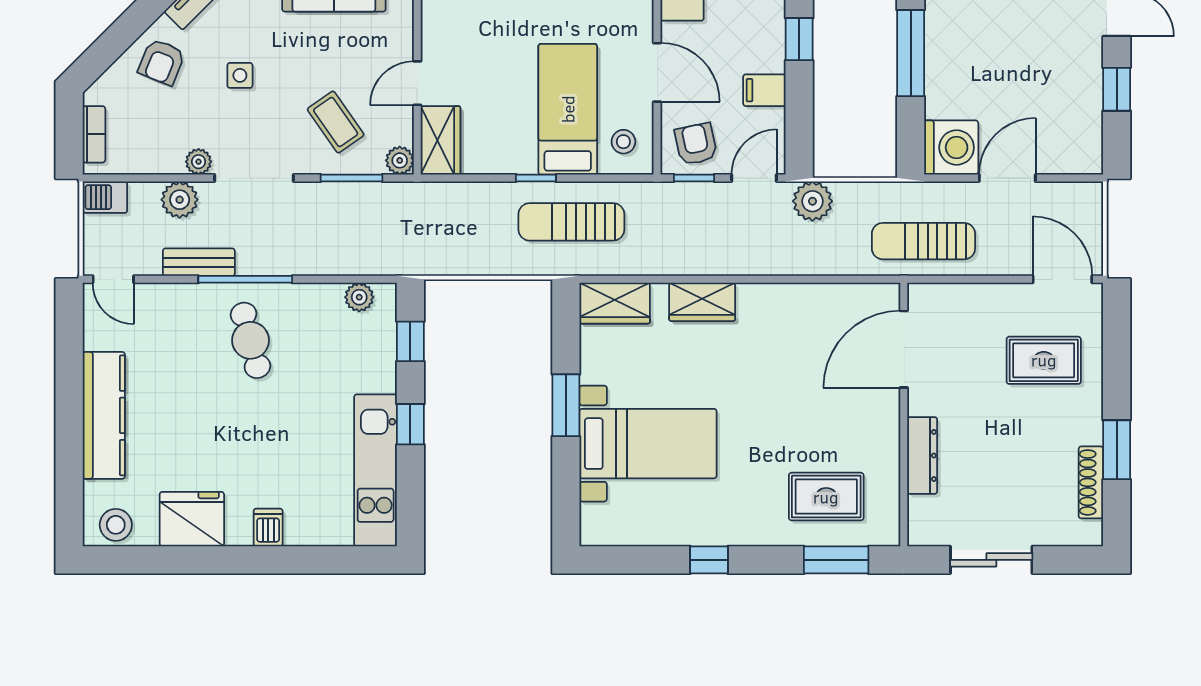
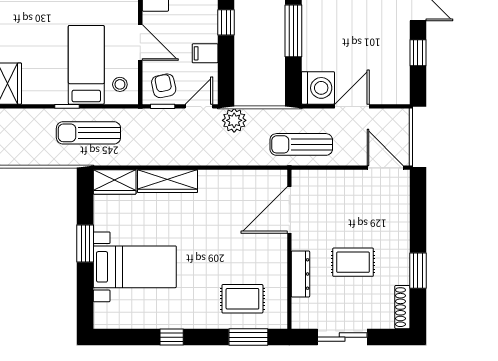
wardrobe: (702, 302) -> (167, 181), width x1.50
rug: (1044, 360) -> (353, 262), moved
shoe rack: (1091, 482) -> (402, 307), moved

